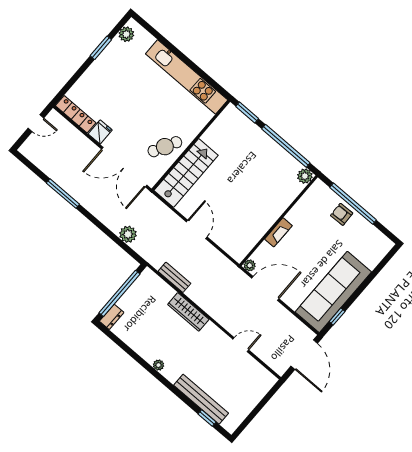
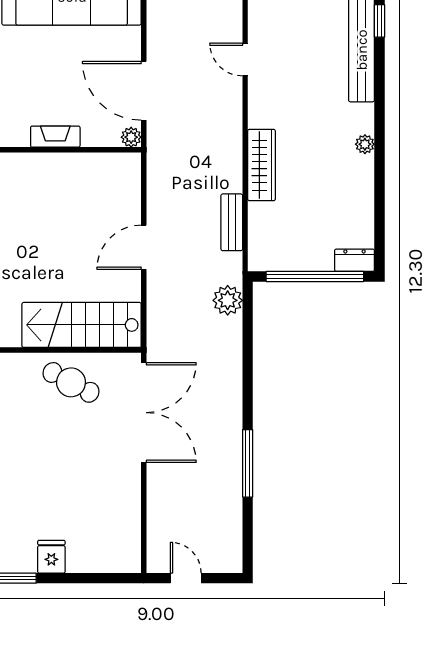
locker: (76, 114) -> (129, 536), removed
fridge: (100, 132) -> (51, 557), moved, turned 90
plant: (128, 234) -> (228, 300), moved

